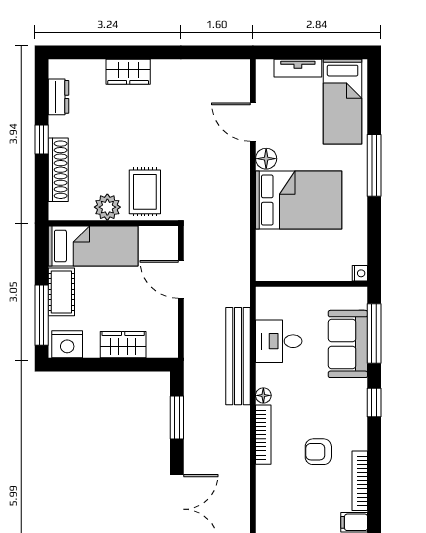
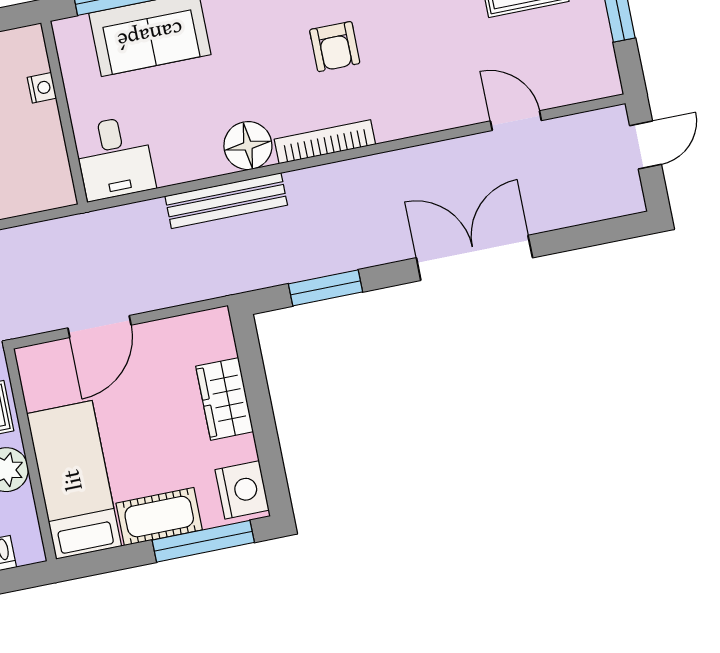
nightstand: (360, 273) -> (42, 88), moved, turned 90
desk: (279, 341) -> (115, 158), moved
bench: (238, 356) -> (226, 201), width x0.73, depth x0.82
floor lamp: (263, 395) -> (248, 146), width x1.89, depth x1.89

